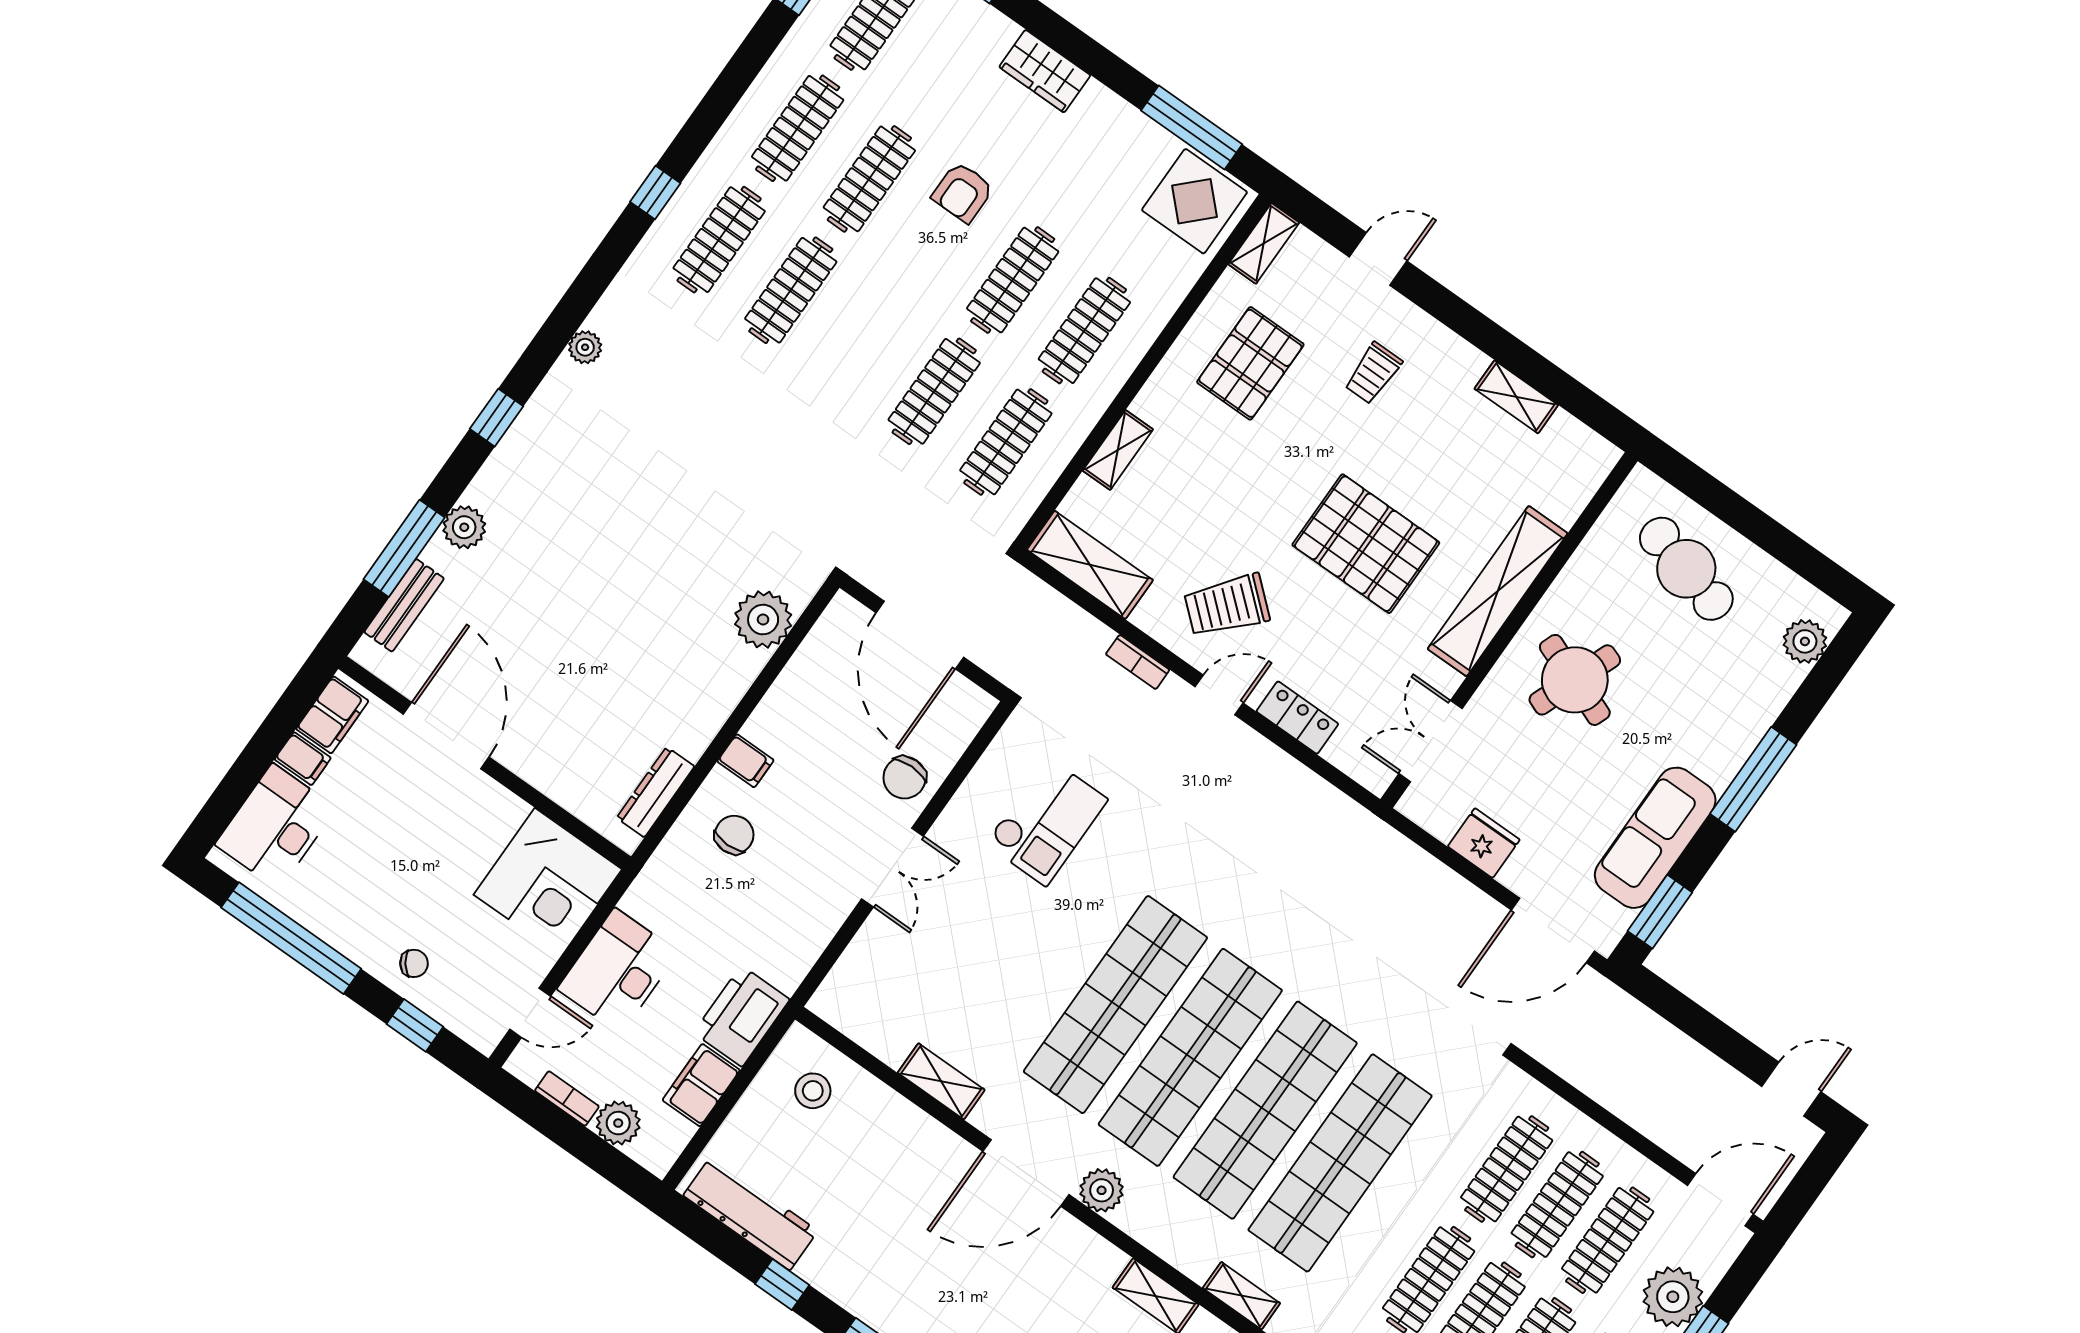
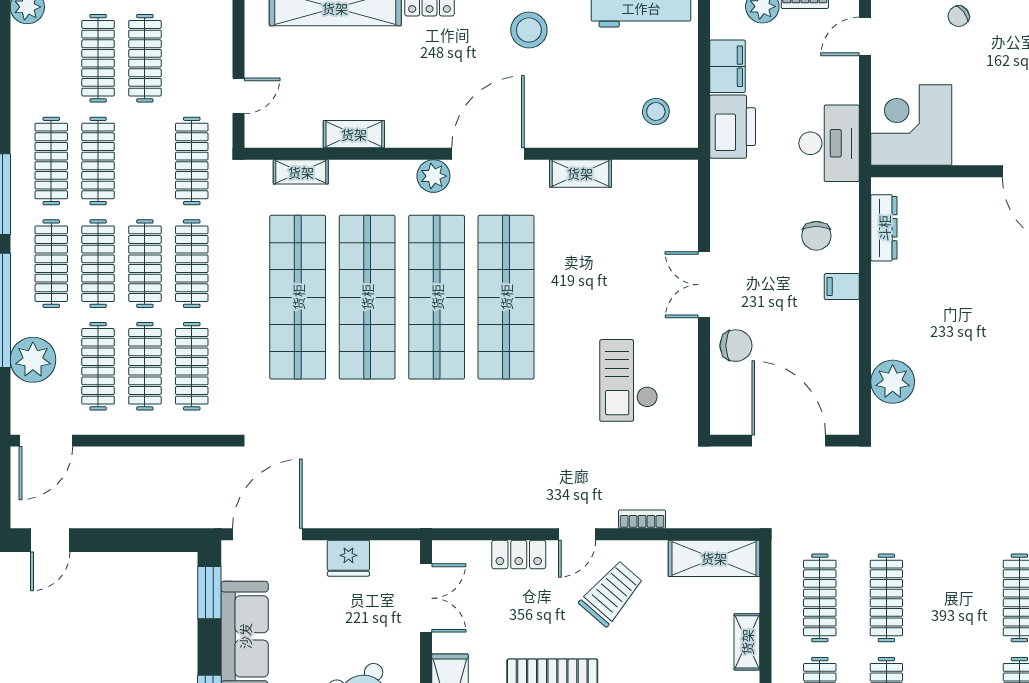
chair: (904, 778) -> (736, 346), turned 90
desk: (618, 971) -> (829, 143), moved
stool: (888, 1275) -> (529, 30), added

